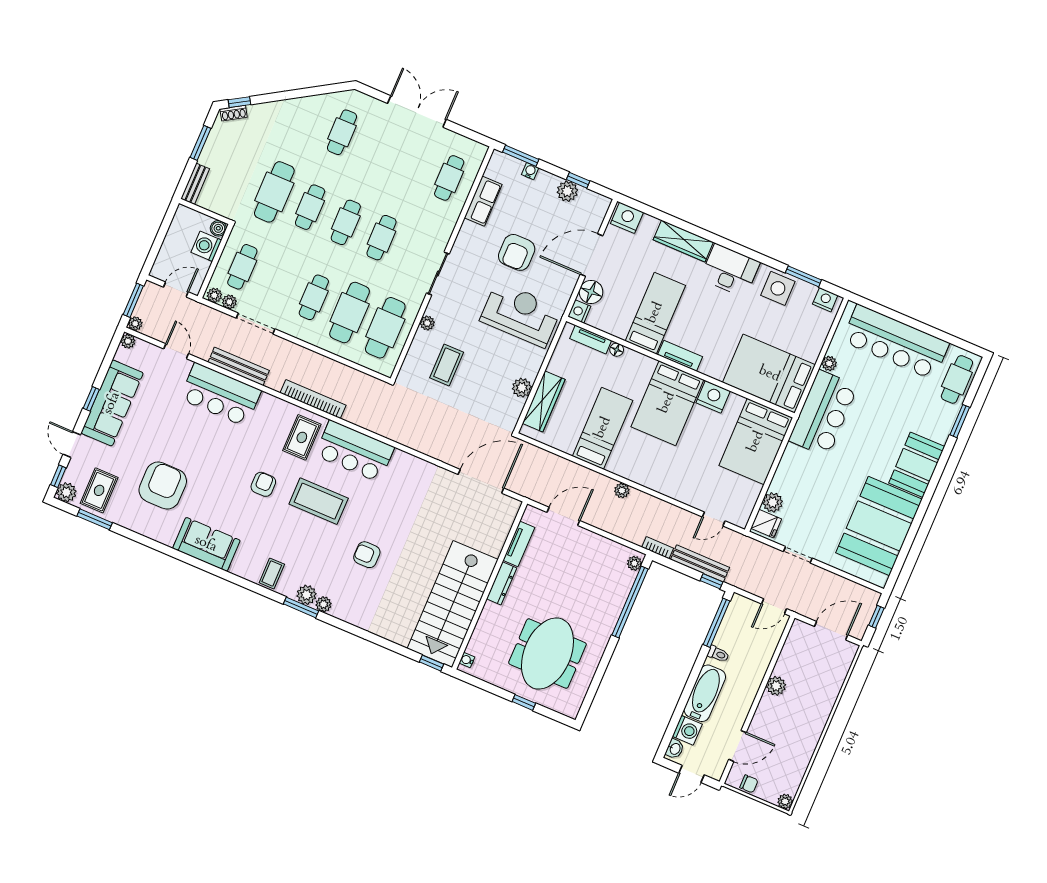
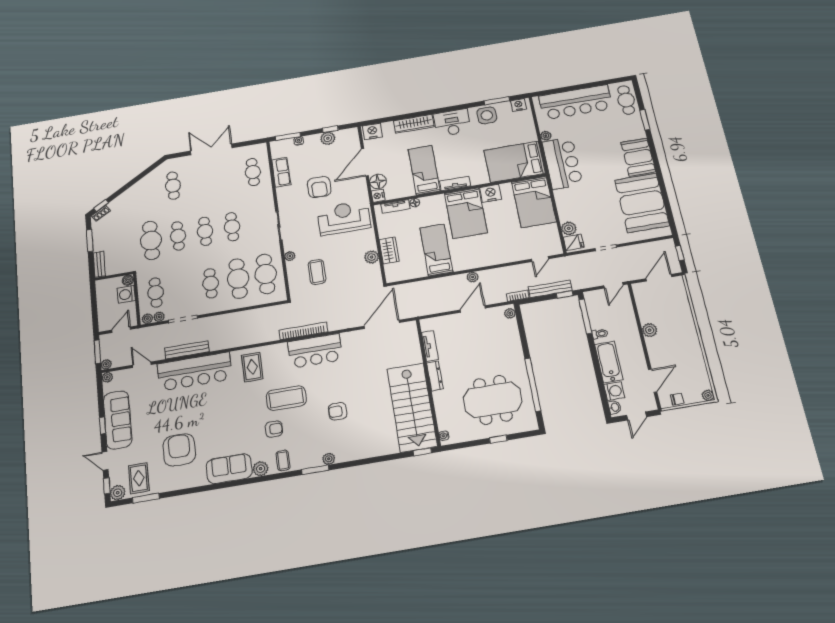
bar counter: (220, 395) -> (195, 372), width x1.36
bookcase: (313, 399) -> (303, 331), moved
wardrobe: (544, 401) -> (389, 250), width x0.67
bar counter: (355, 451) -> (315, 351), moved
armchair: (263, 484) -> (274, 429), moved, turned 90
door: (563, 516) -> (473, 309), moved
plant: (307, 595) -> (261, 469), moved
window: (630, 602) -> (533, 385), moved
meeting table: (547, 654) -> (493, 400), turned 90

